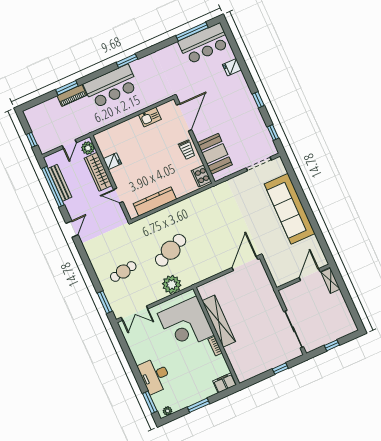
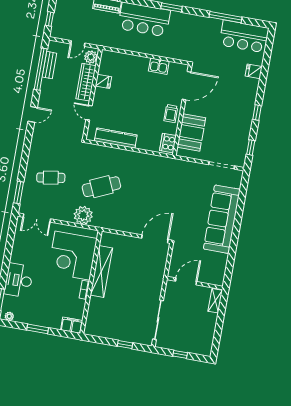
window: (192, 32) -> (225, 17), moved
bench: (60, 183) -> (49, 65), width x0.73
door: (310, 275) -> (186, 281), moved

